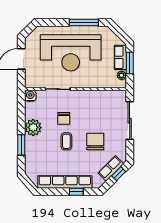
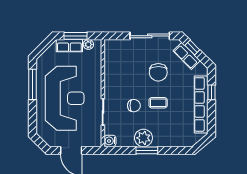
sliding door: (130, 121) -> (150, 36), moved
chair: (95, 141) -> (158, 72), turned -90
window: (21, 145) -> (147, 150), moved

